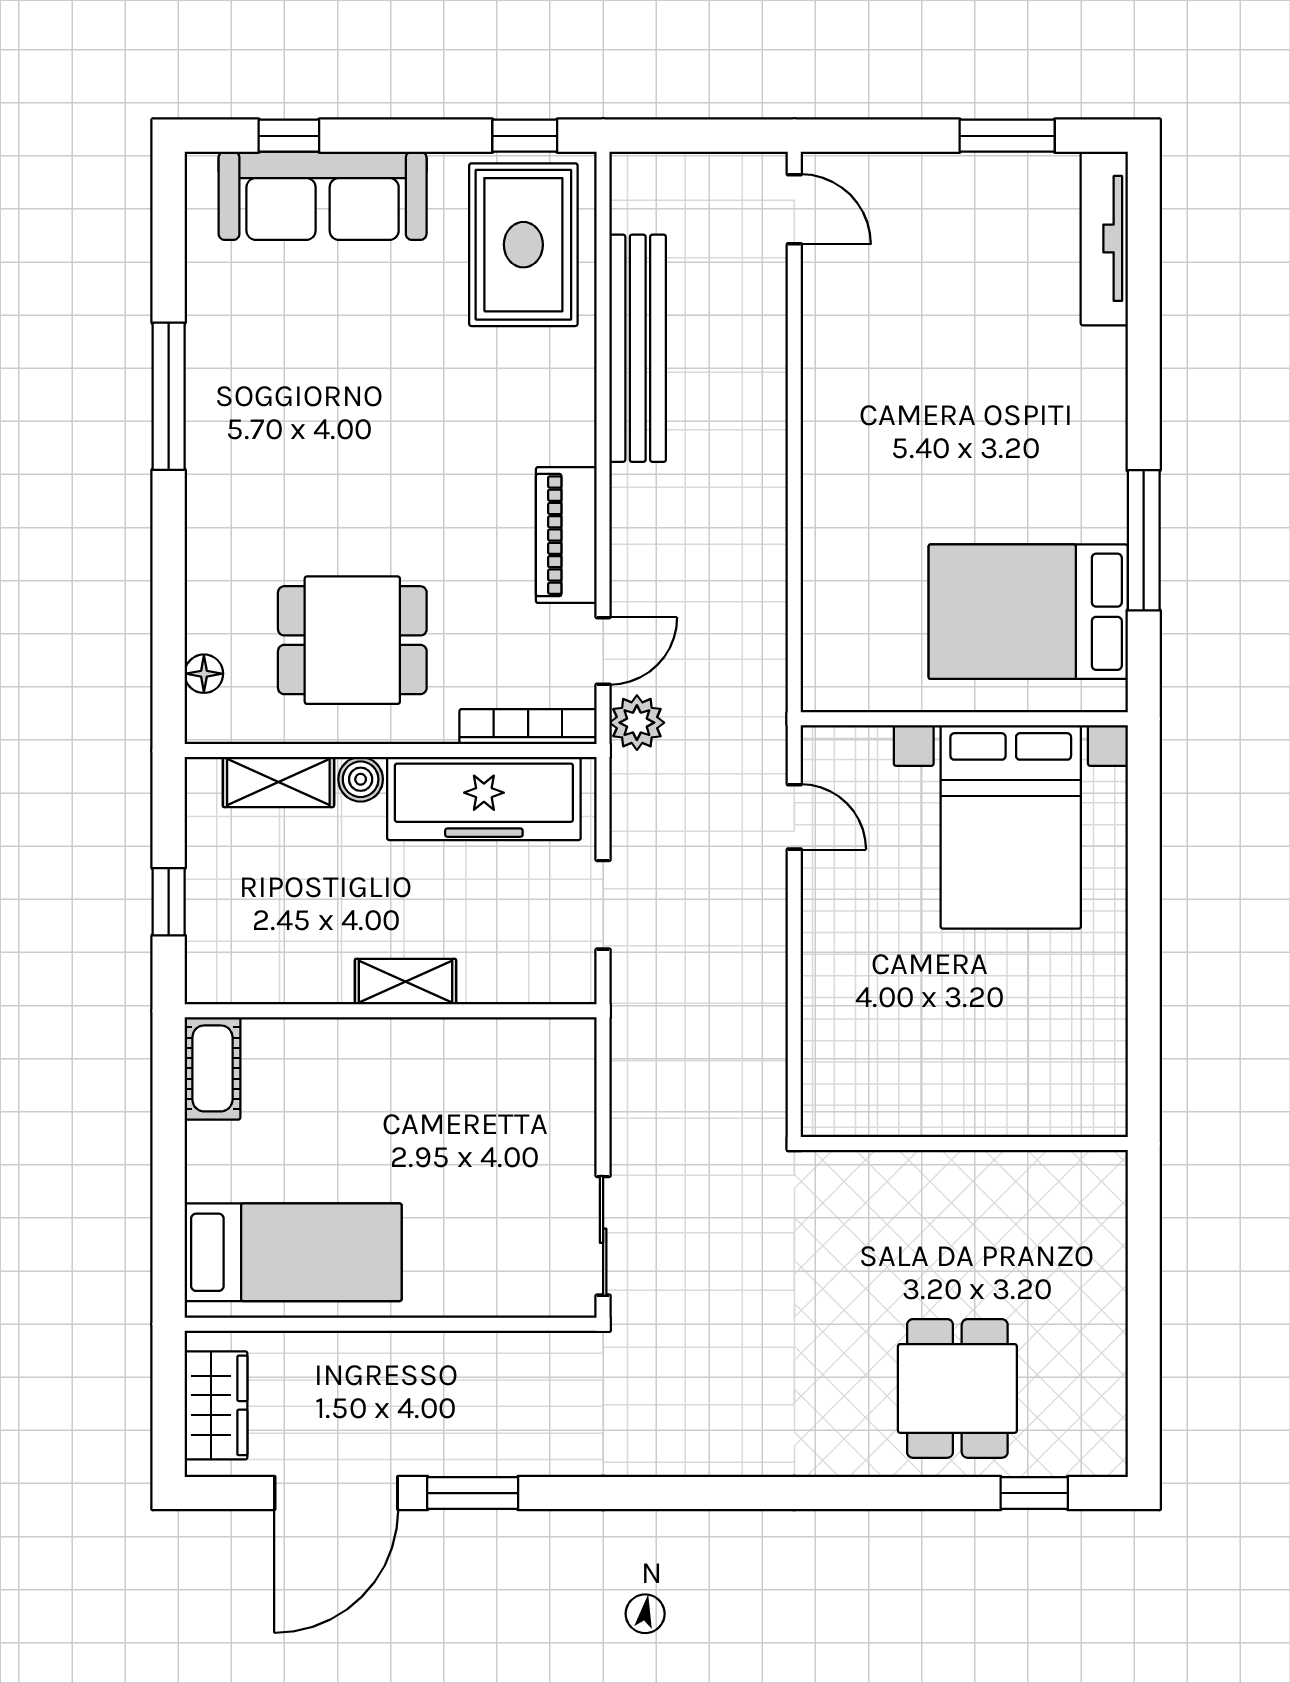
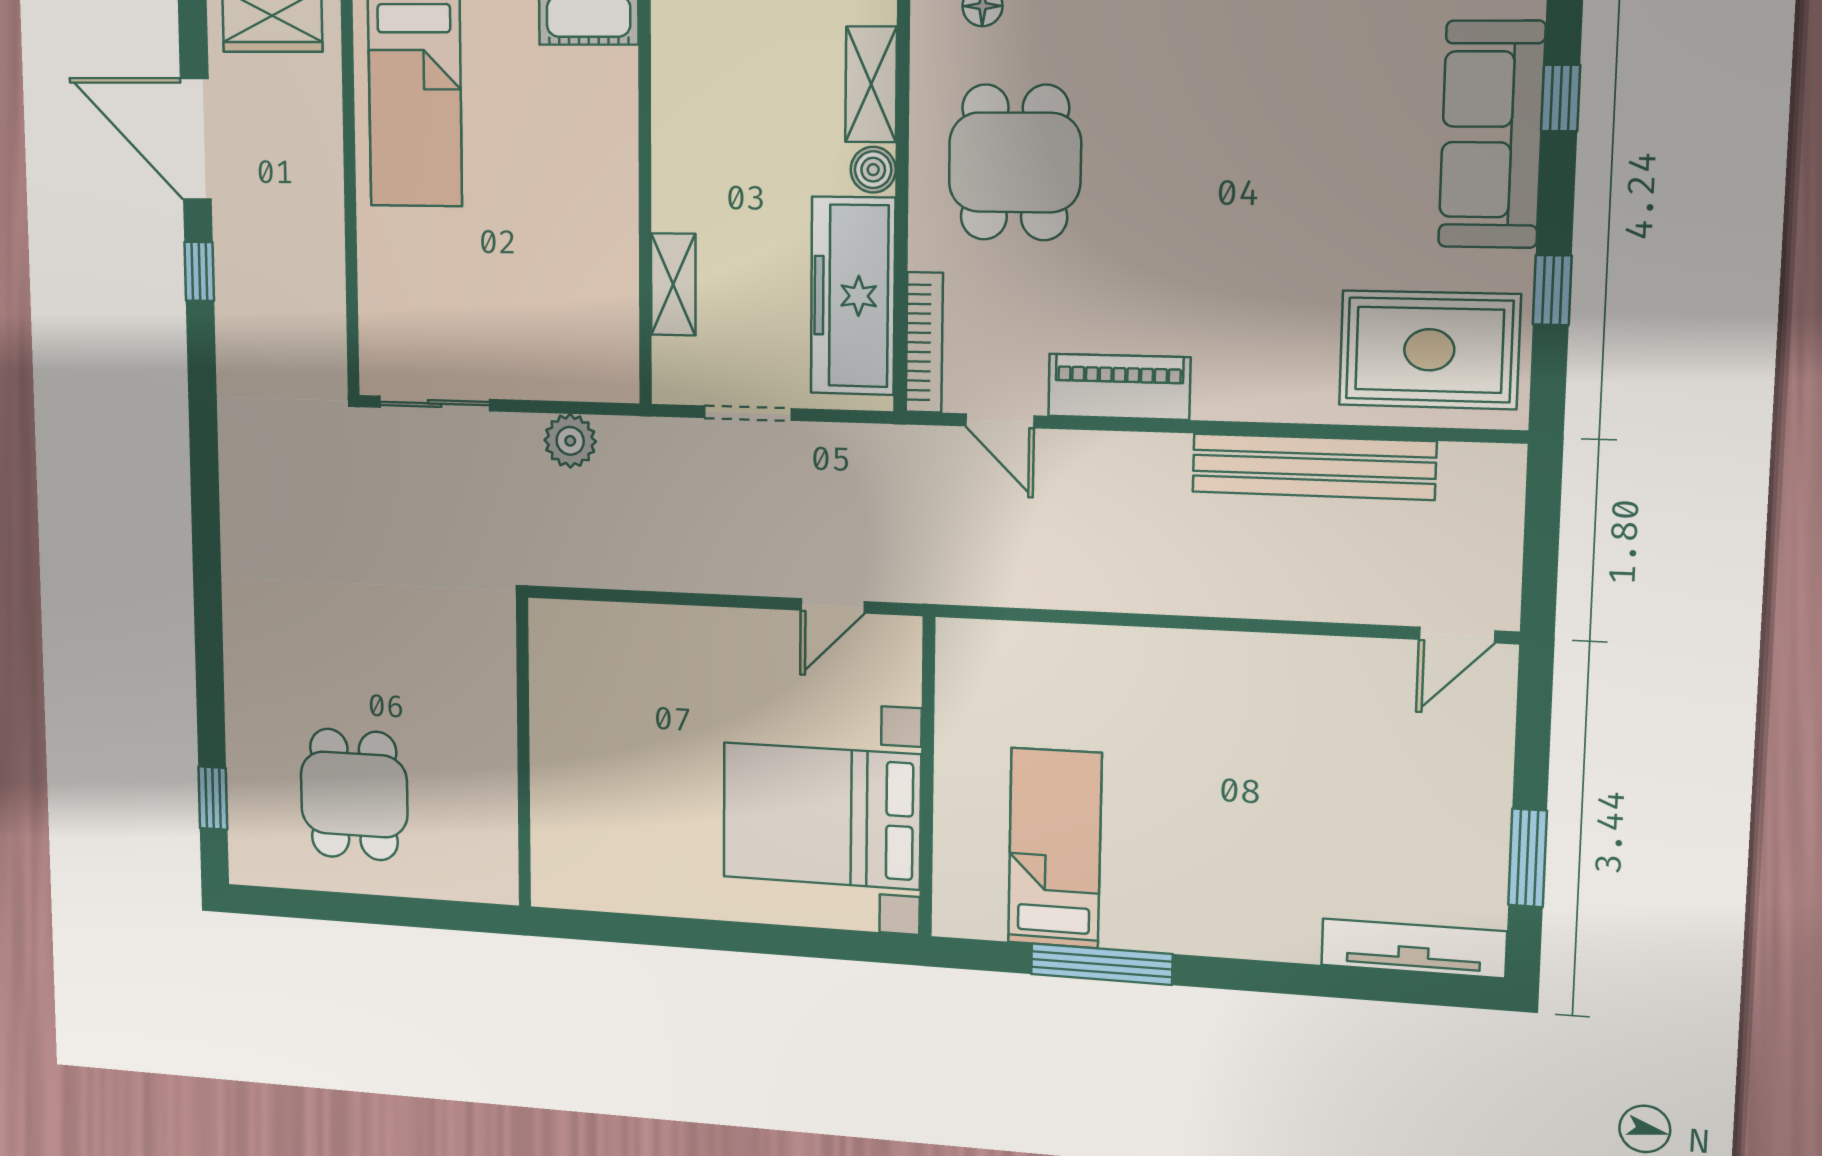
window: (525, 136) -> (1552, 290), moved
bed: (1028, 612) -> (1055, 848), width x0.67
plant: (637, 723) -> (570, 441), moved
shelving: (405, 982) -> (673, 284), moved
dining table: (957, 1388) -> (354, 795), moved, turned 90
window: (473, 1493) -> (199, 271), width x0.67

